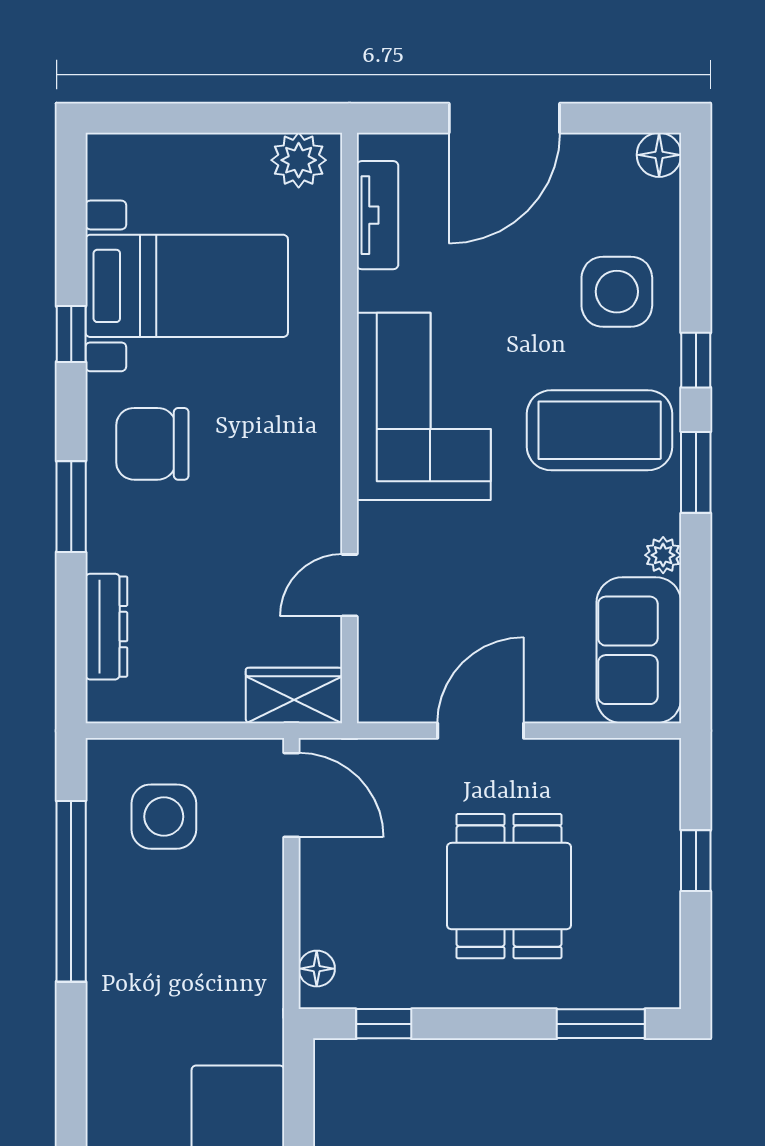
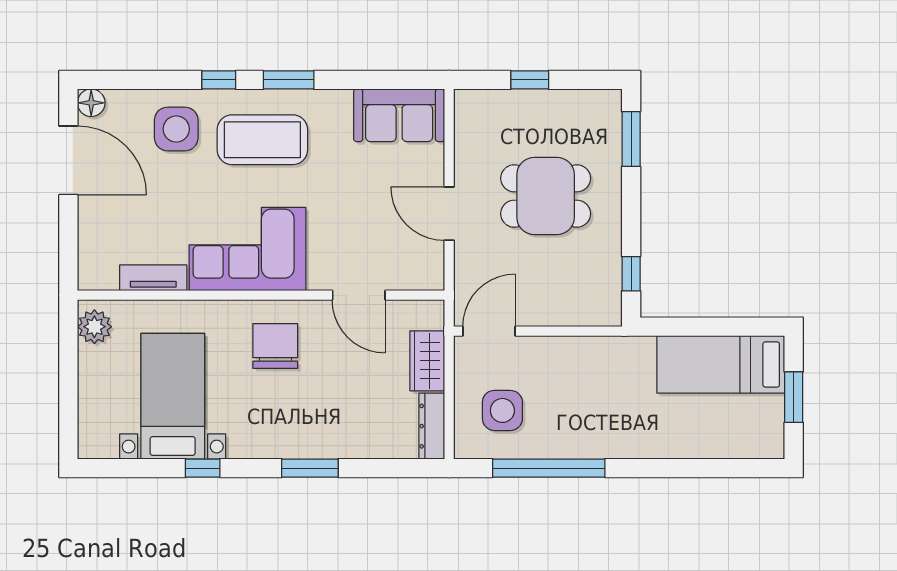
door: (504, 118) -> (68, 160), moved
tv unit: (377, 215) -> (153, 278), moved
coffee table: (600, 430) -> (262, 140), turned 90
chair: (152, 444) -> (275, 346), moved, turned 180
plant: (663, 555) -> (340, 100), removed
door: (349, 585) -> (359, 295), width x1.38
dresser: (106, 627) -> (432, 426), moved, turned -90
wardrobe: (294, 695) -> (427, 361), moved
floor lamp: (317, 969) -> (597, 315), removed

